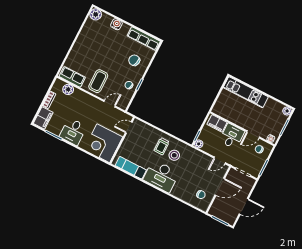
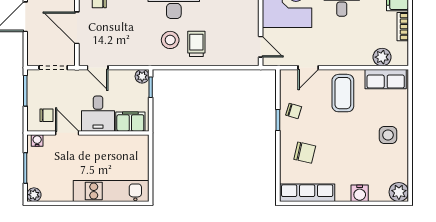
side table: (86, 47) -> (388, 135), added
door: (129, 127) -> (261, 47), hinge flipped
door: (253, 134) -> (67, 133), hinge flipped
door: (220, 160) -> (98, 68), swing flipped
door: (220, 187) -> (77, 28), hinge flipped

